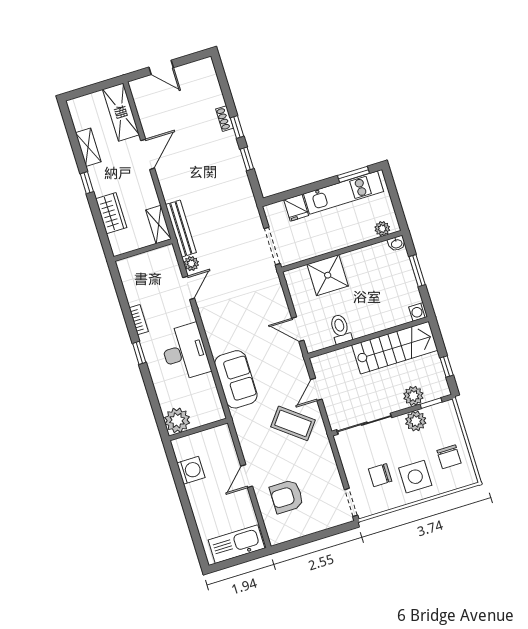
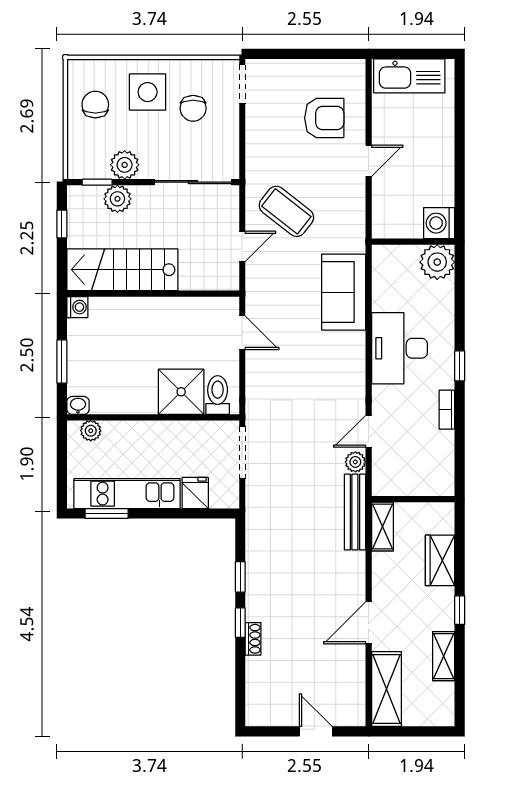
toilet: (340, 329) -> (218, 395), moved, turned 180
washing machine: (191, 470) -> (439, 223), moved
chair: (380, 475) -> (193, 108), turned 90

